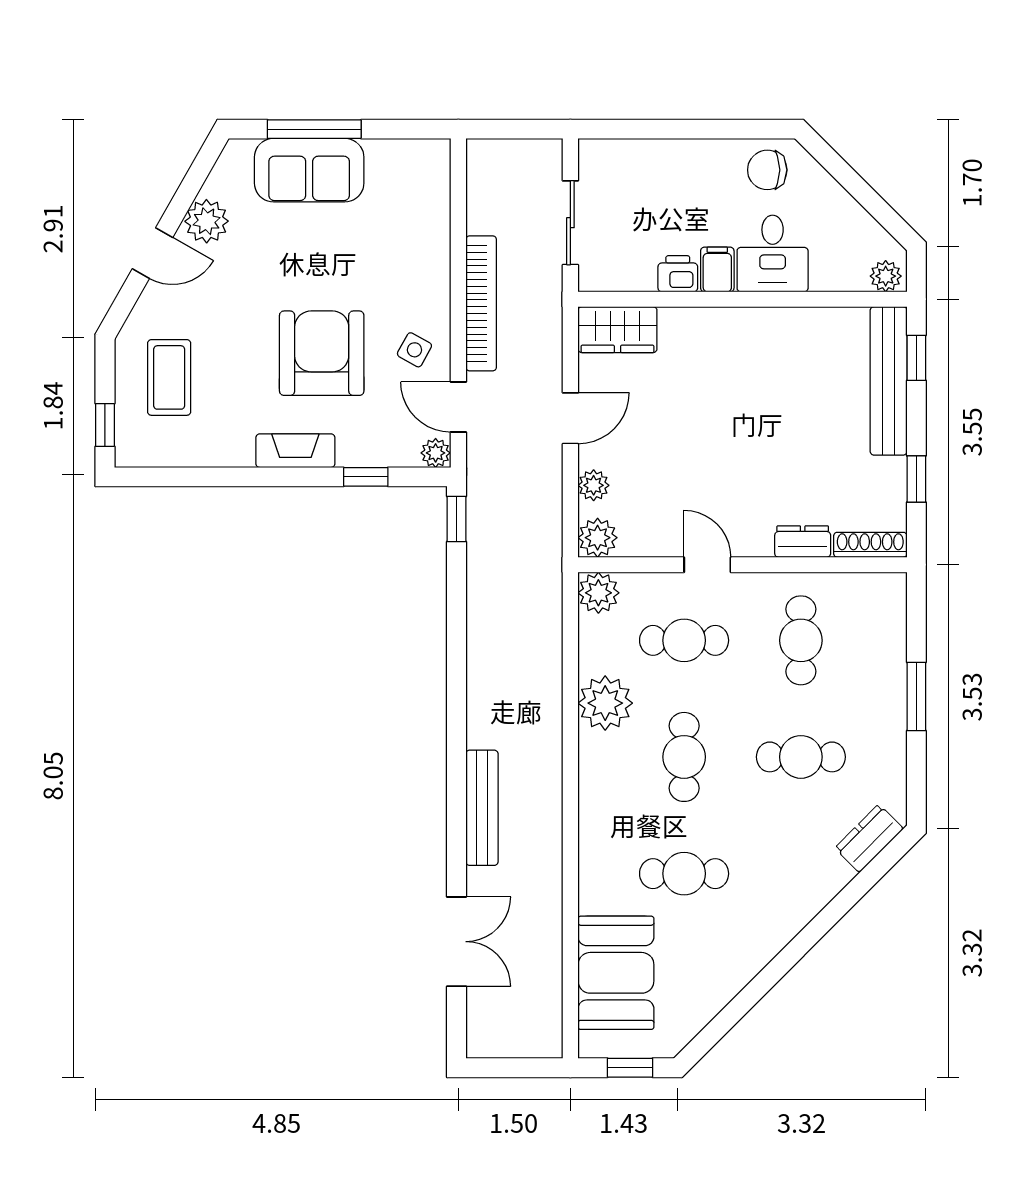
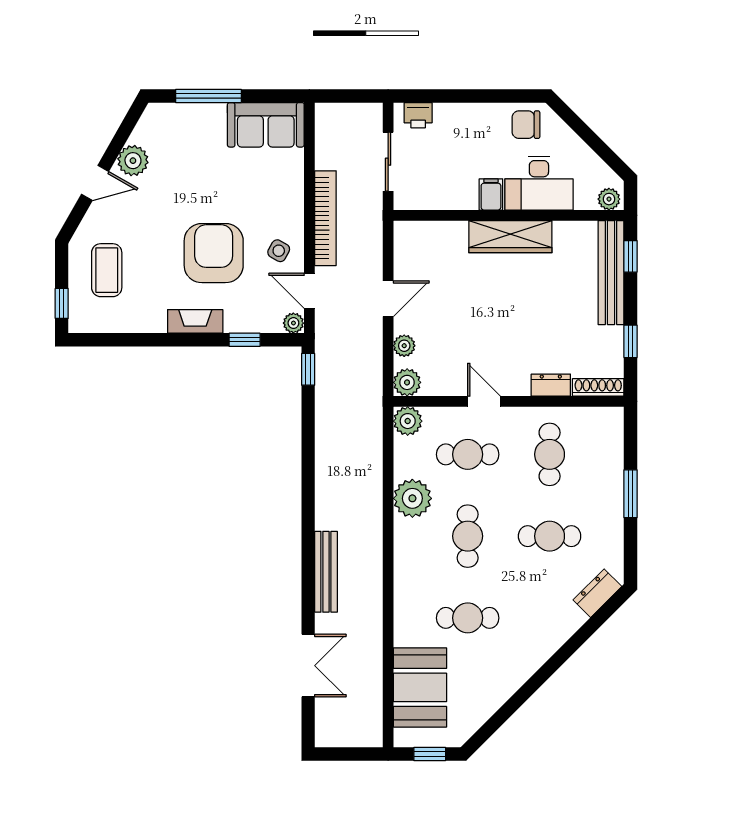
sofa: (309, 170) -> (266, 125), moved
desk: (773, 253) -> (539, 183), width x1.37
printer: (678, 274) -> (418, 115), moved, turned 180
wardrobe: (617, 330) -> (510, 237), moved, width x1.50

